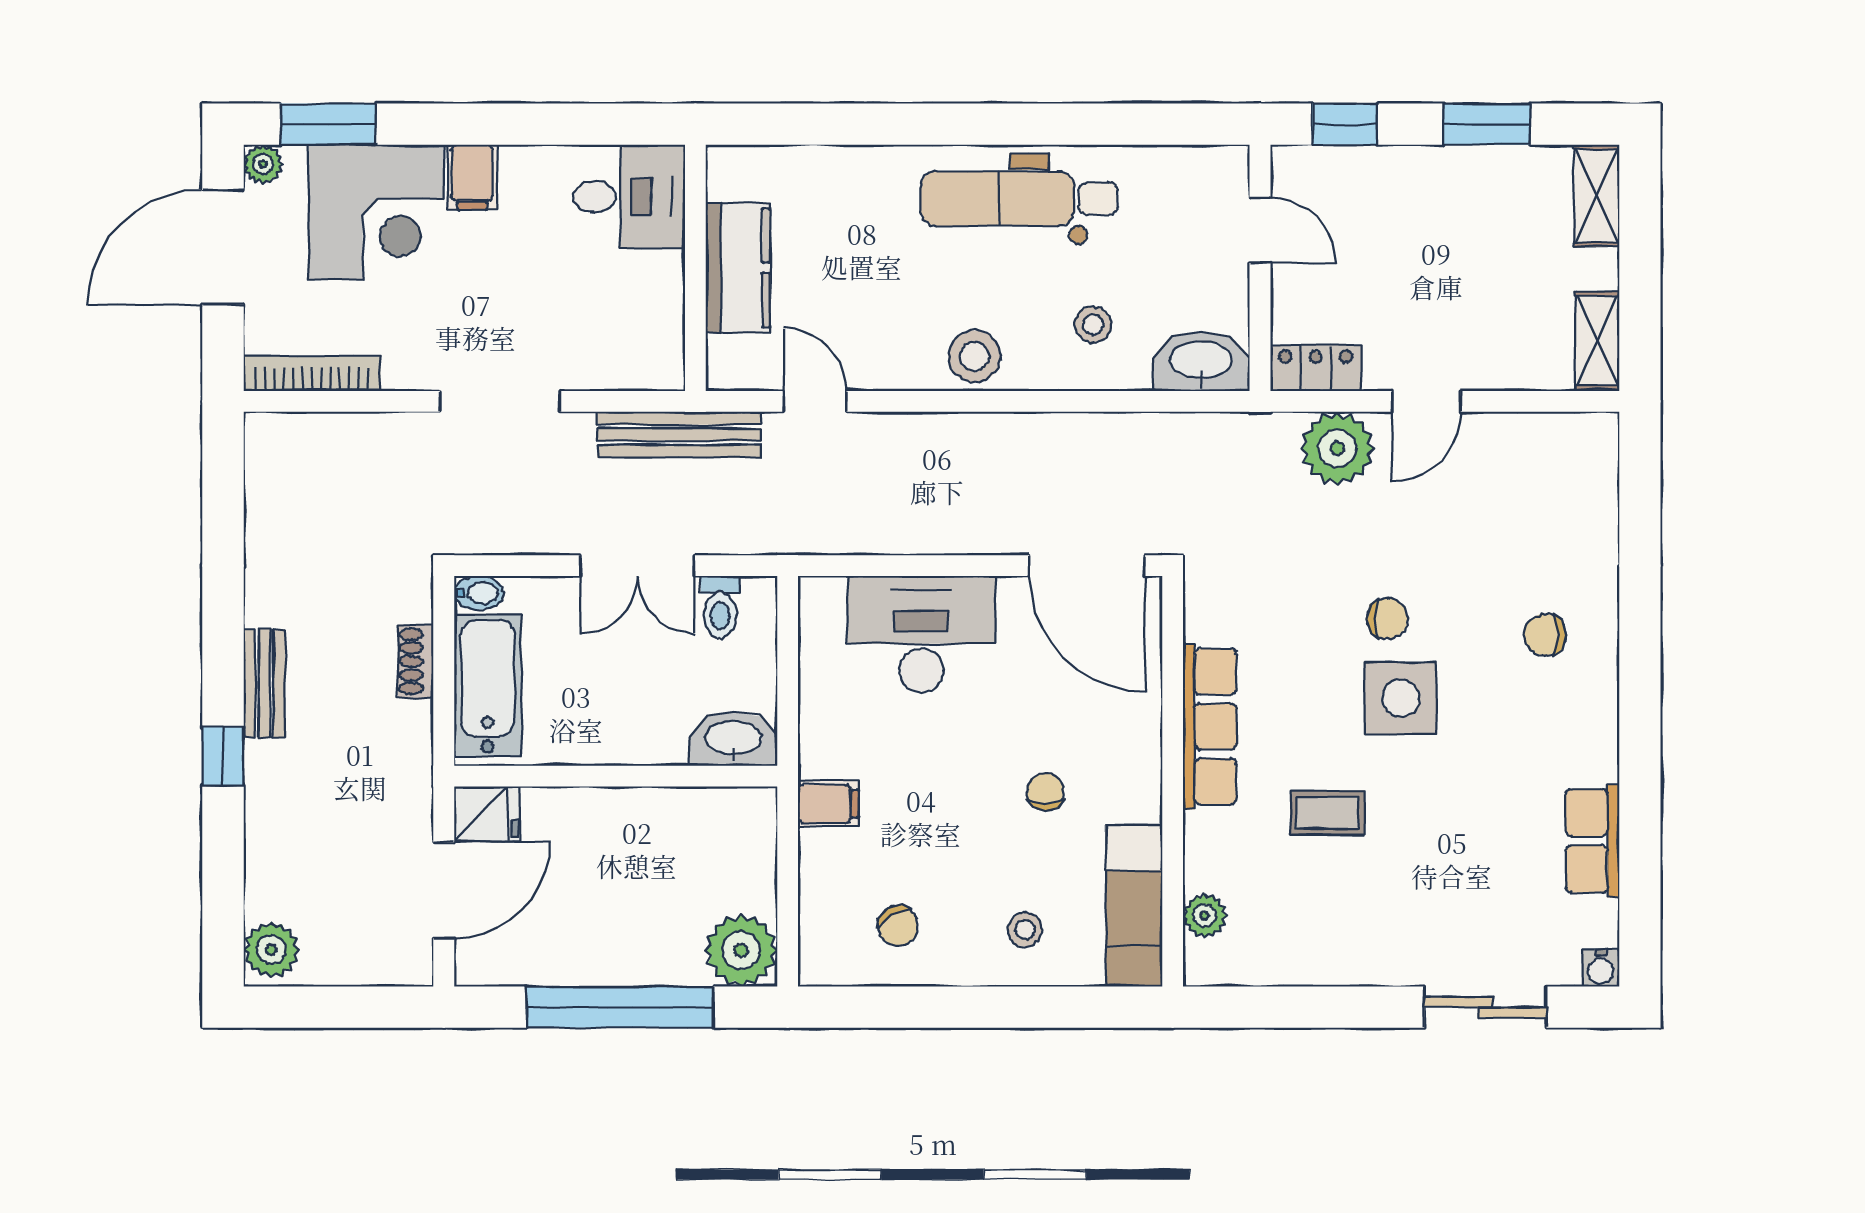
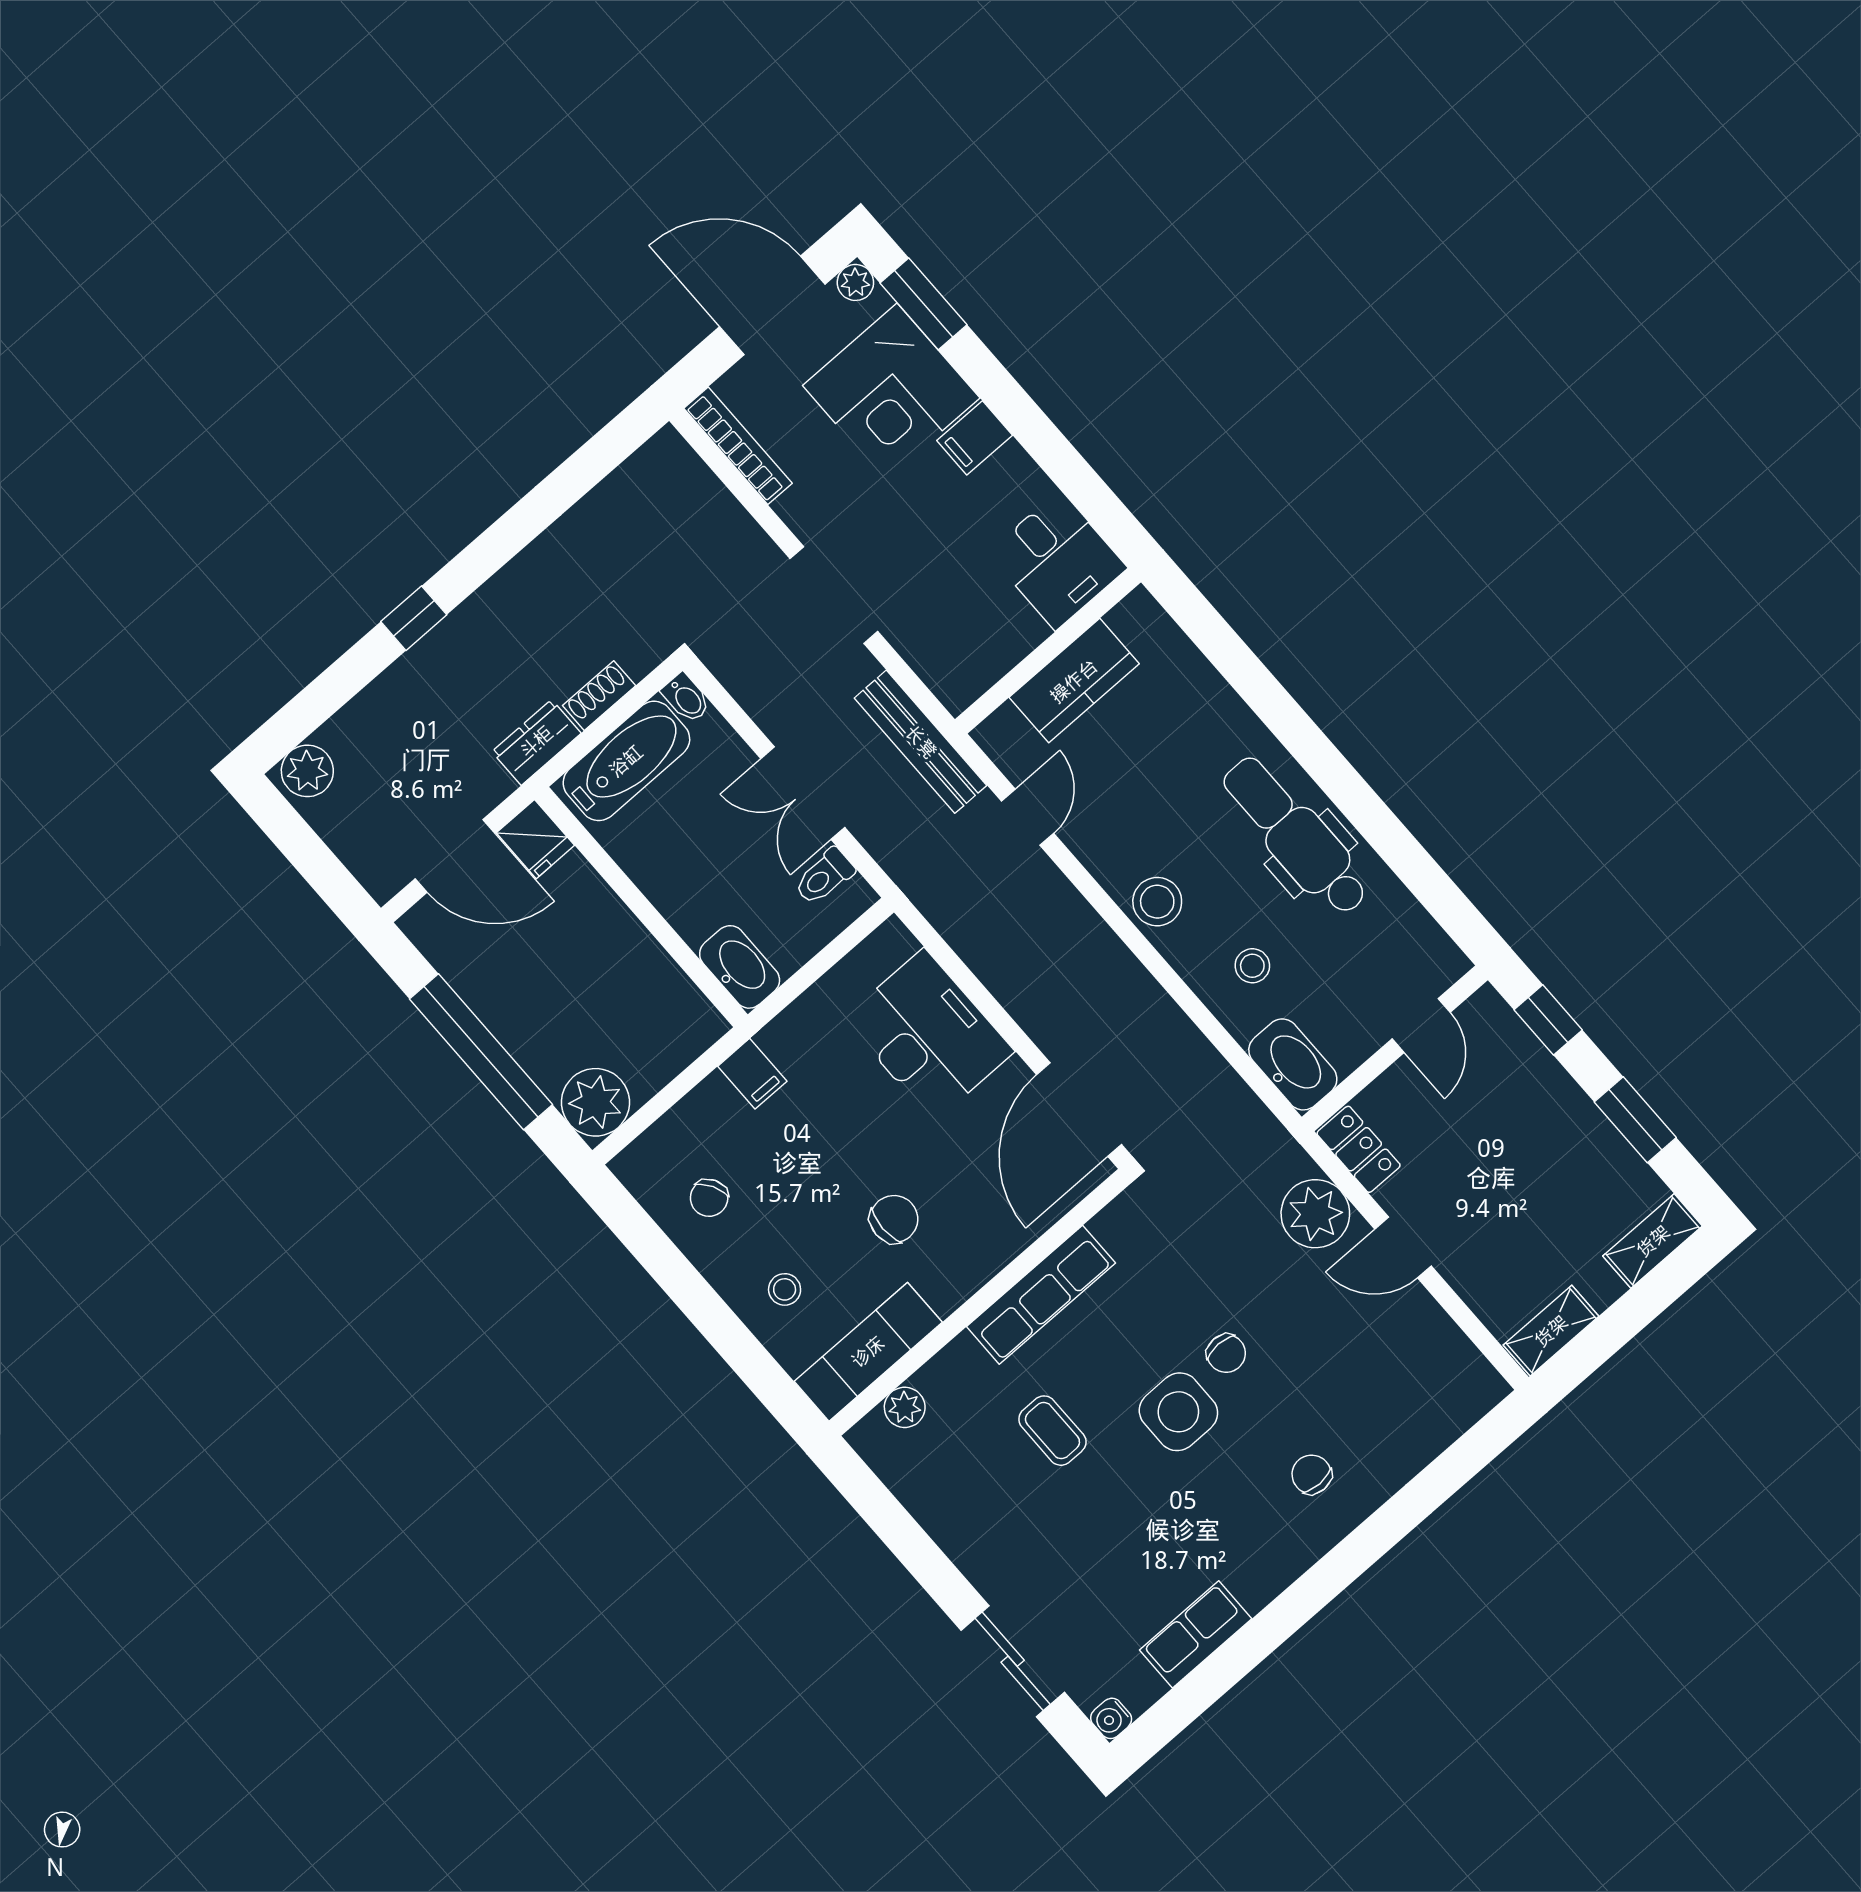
bench: (264, 683) -> (490, 602), removed
dresser: (409, 745) -> (536, 742), added
chair: (1045, 792) -> (894, 1219), width x1.37, depth x1.37

